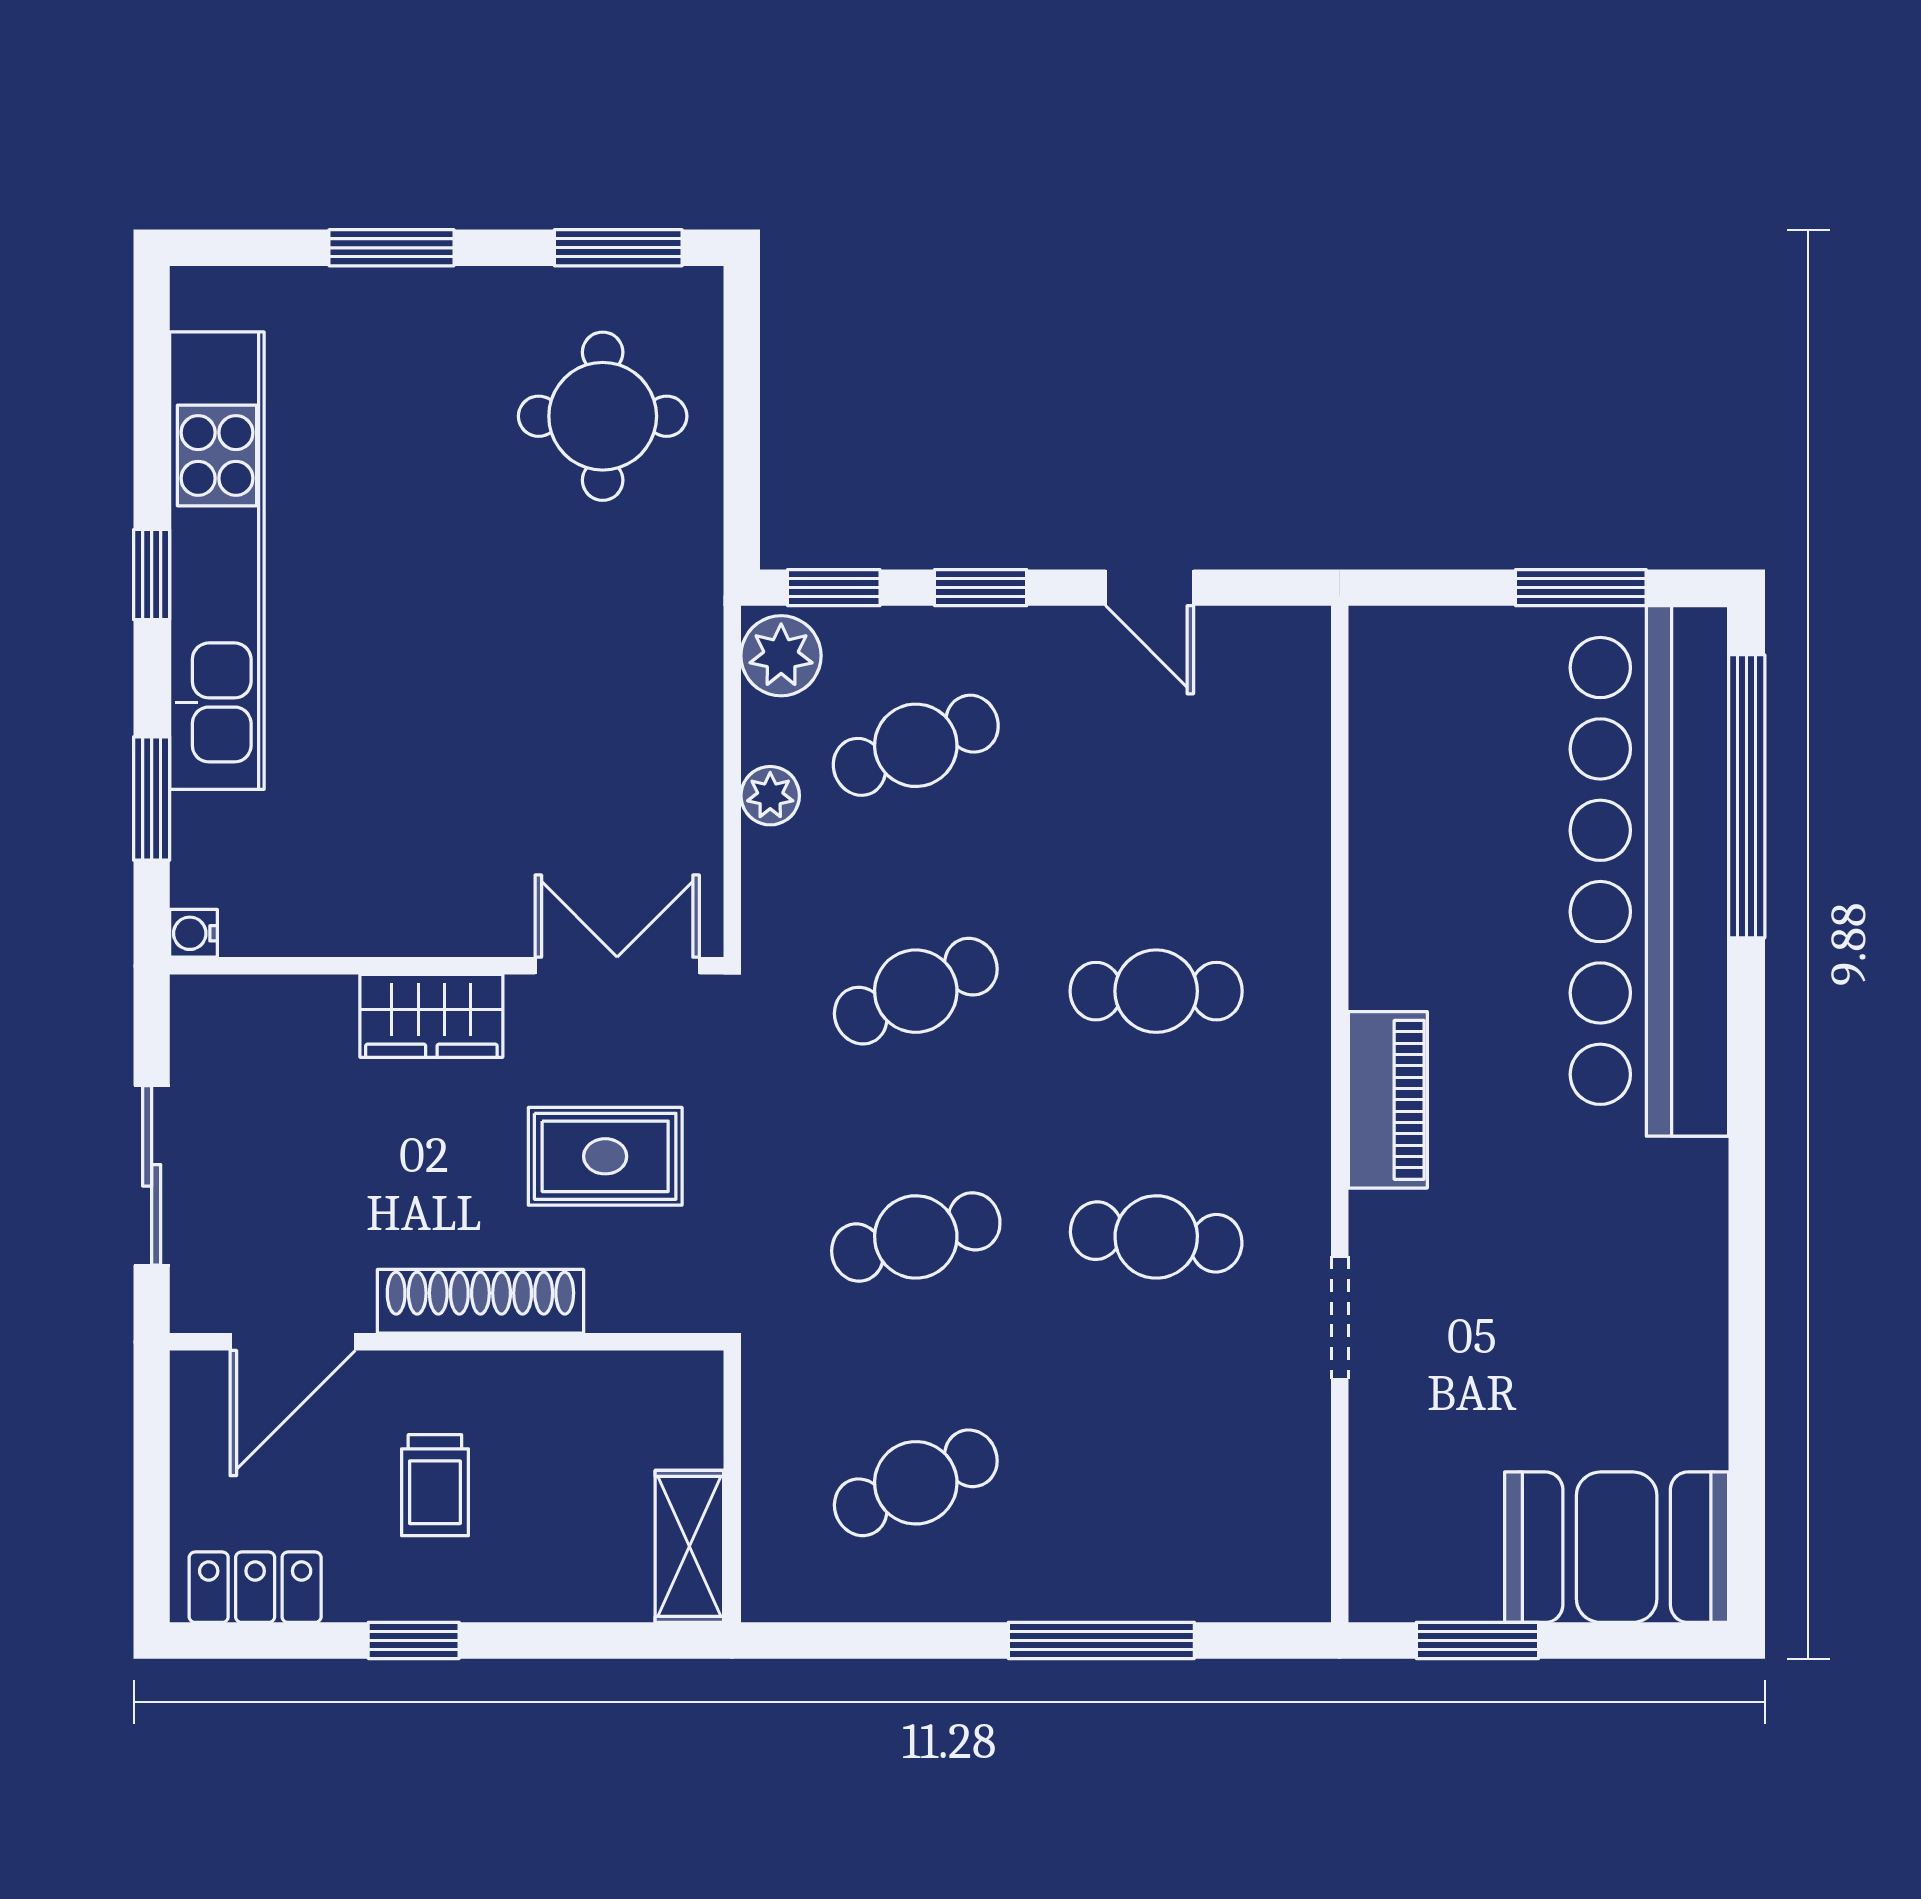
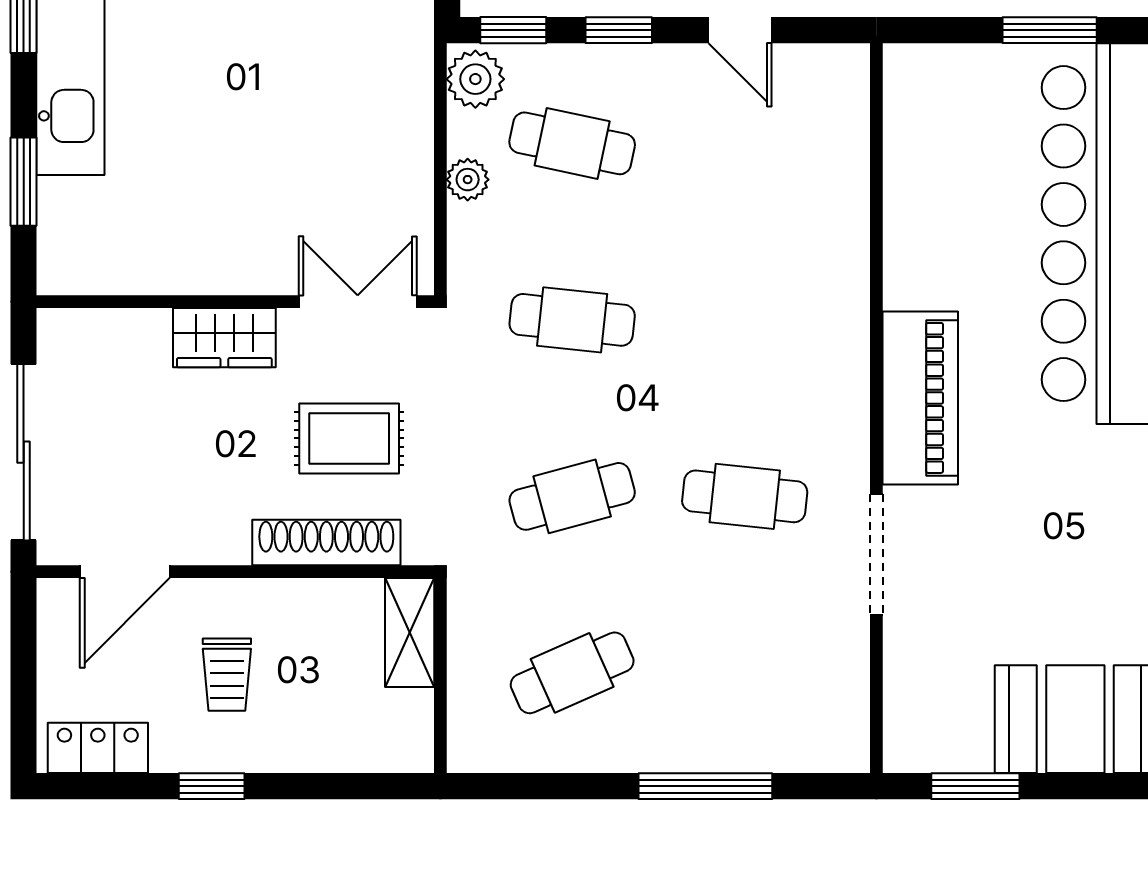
cafe table: (916, 745) -> (572, 143), turned 33
water cooler: (194, 933) -> (54, 278), removed
cafe table: (916, 991) -> (572, 320), turned 30
cafe table: (1156, 991) -> (745, 320), removed
piano: (1388, 1100) -> (920, 398), width x1.37, depth x1.33
sliding door: (152, 1175) -> (24, 452), width x1.37
shoe rack: (480, 1301) -> (326, 543), moved
doorway: (1340, 1318) -> (876, 554), width x1.38
shelving: (689, 1546) -> (410, 632), moved

